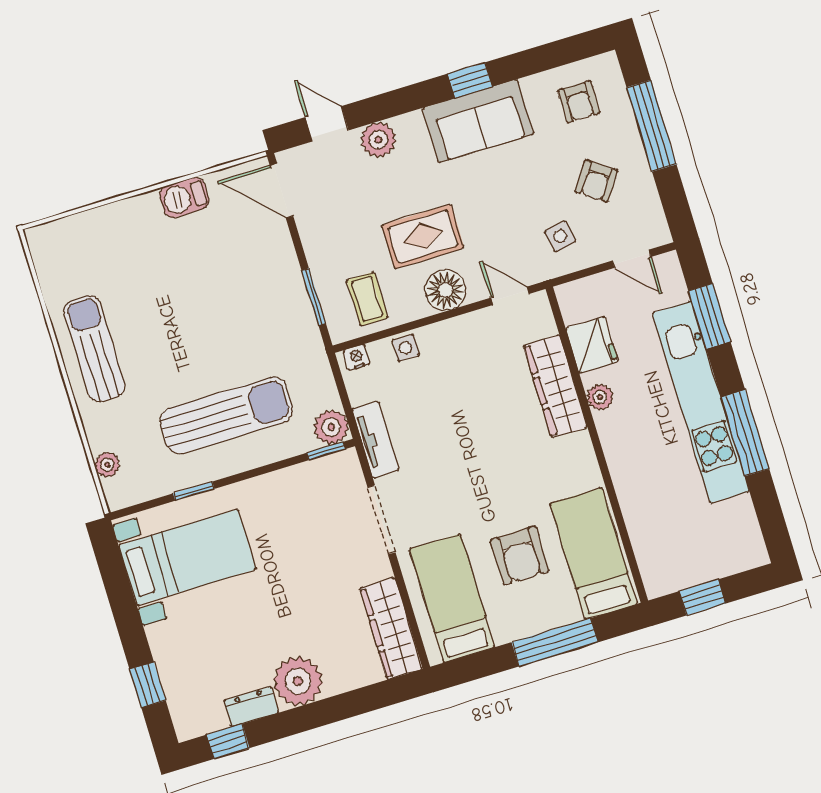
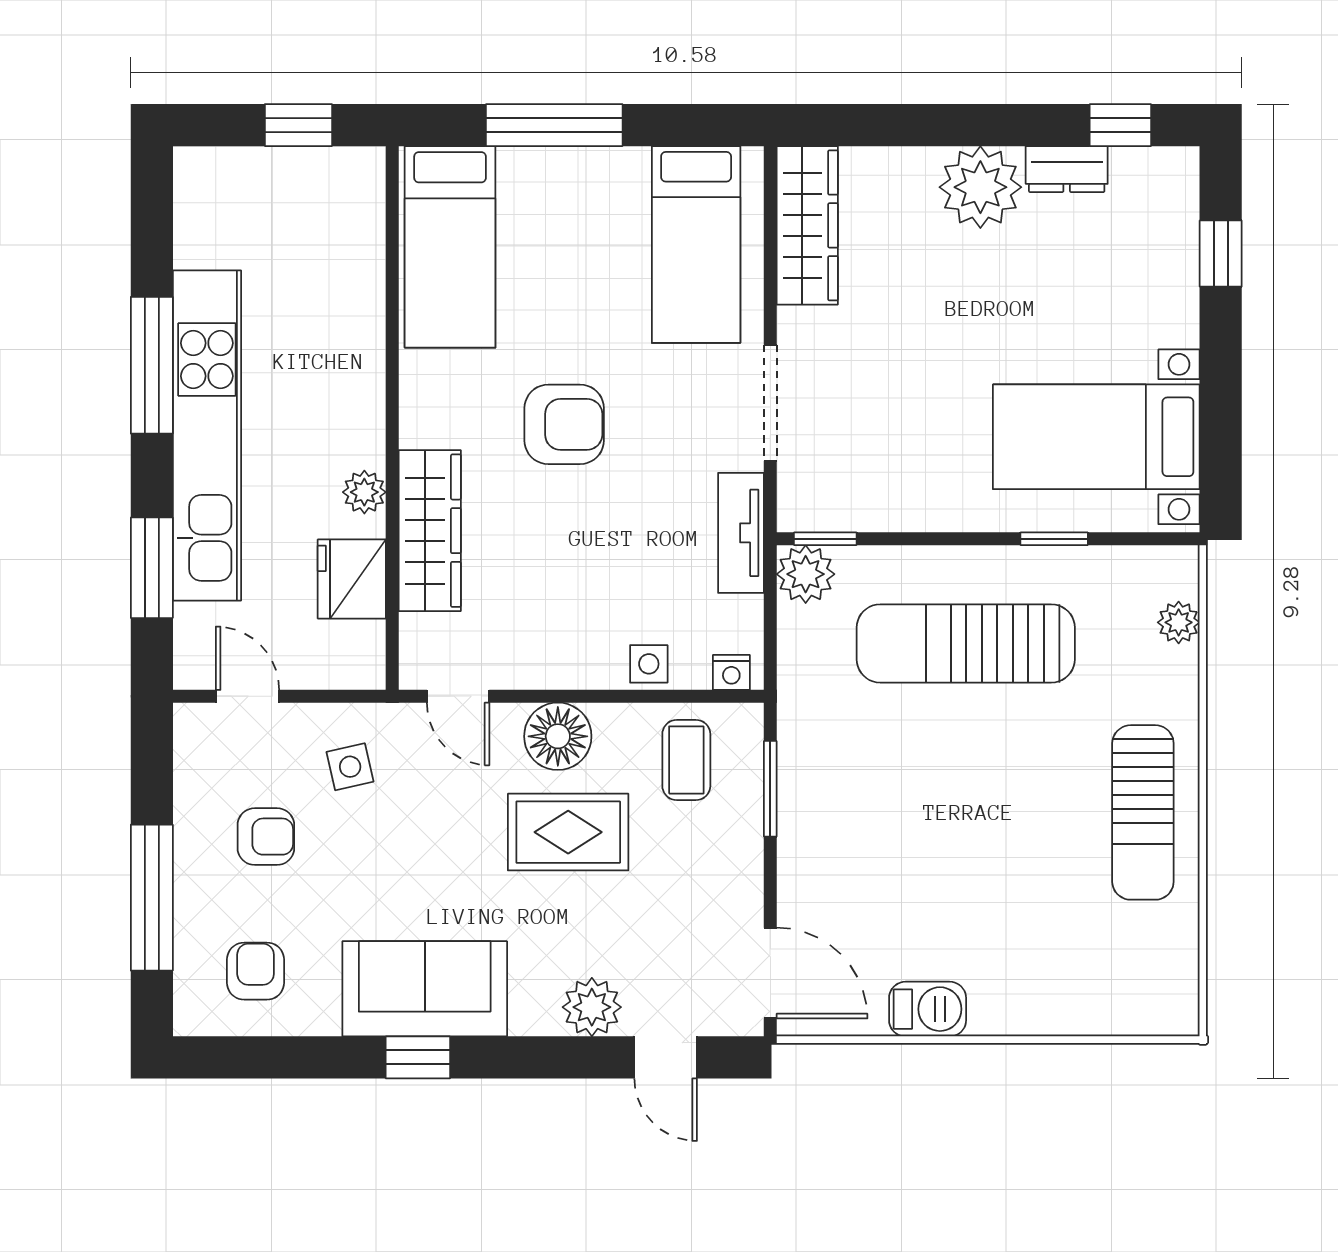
armchair: (596, 181) -> (266, 837), turned 55
armchair: (520, 555) -> (564, 424), moved, turned 90

